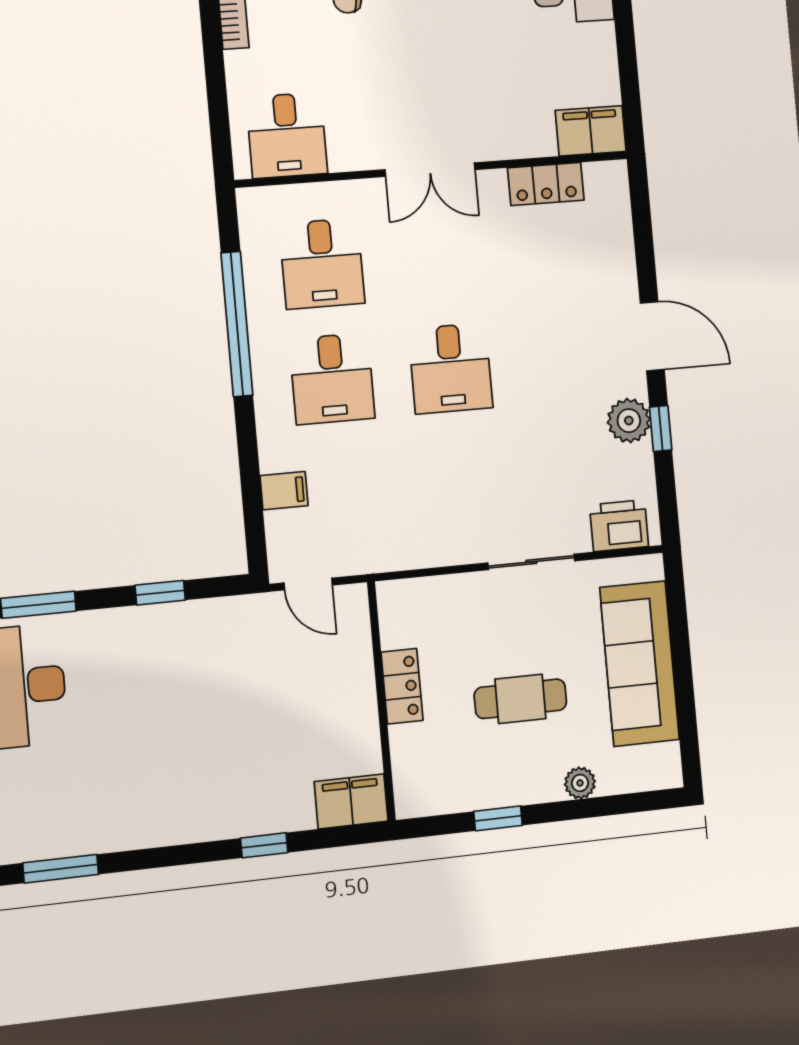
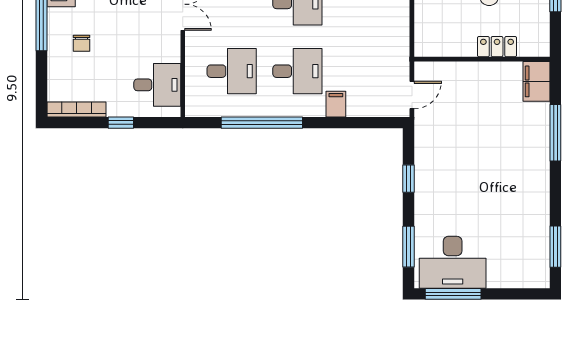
window: (215, 76) -> (121, 123), added
filing cabinet: (284, 491) -> (336, 104), moved
locker: (402, 686) -> (497, 47), moved
window: (264, 845) -> (555, 133), width x2.17

